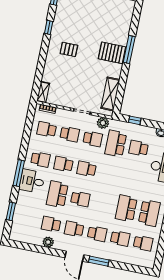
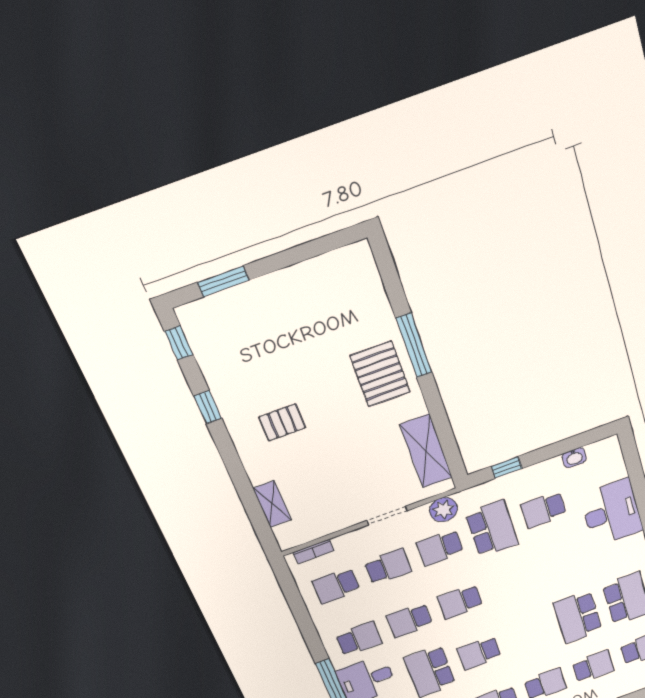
pallet: (112, 53) -> (380, 374), turned 90
shelving: (43, 92) -> (272, 504), moved
school desk: (93, 139) -> (440, 548), turned 180
school desk: (116, 144) -> (492, 529), turned 180
school desk: (80, 199) -> (479, 653), turned 180

